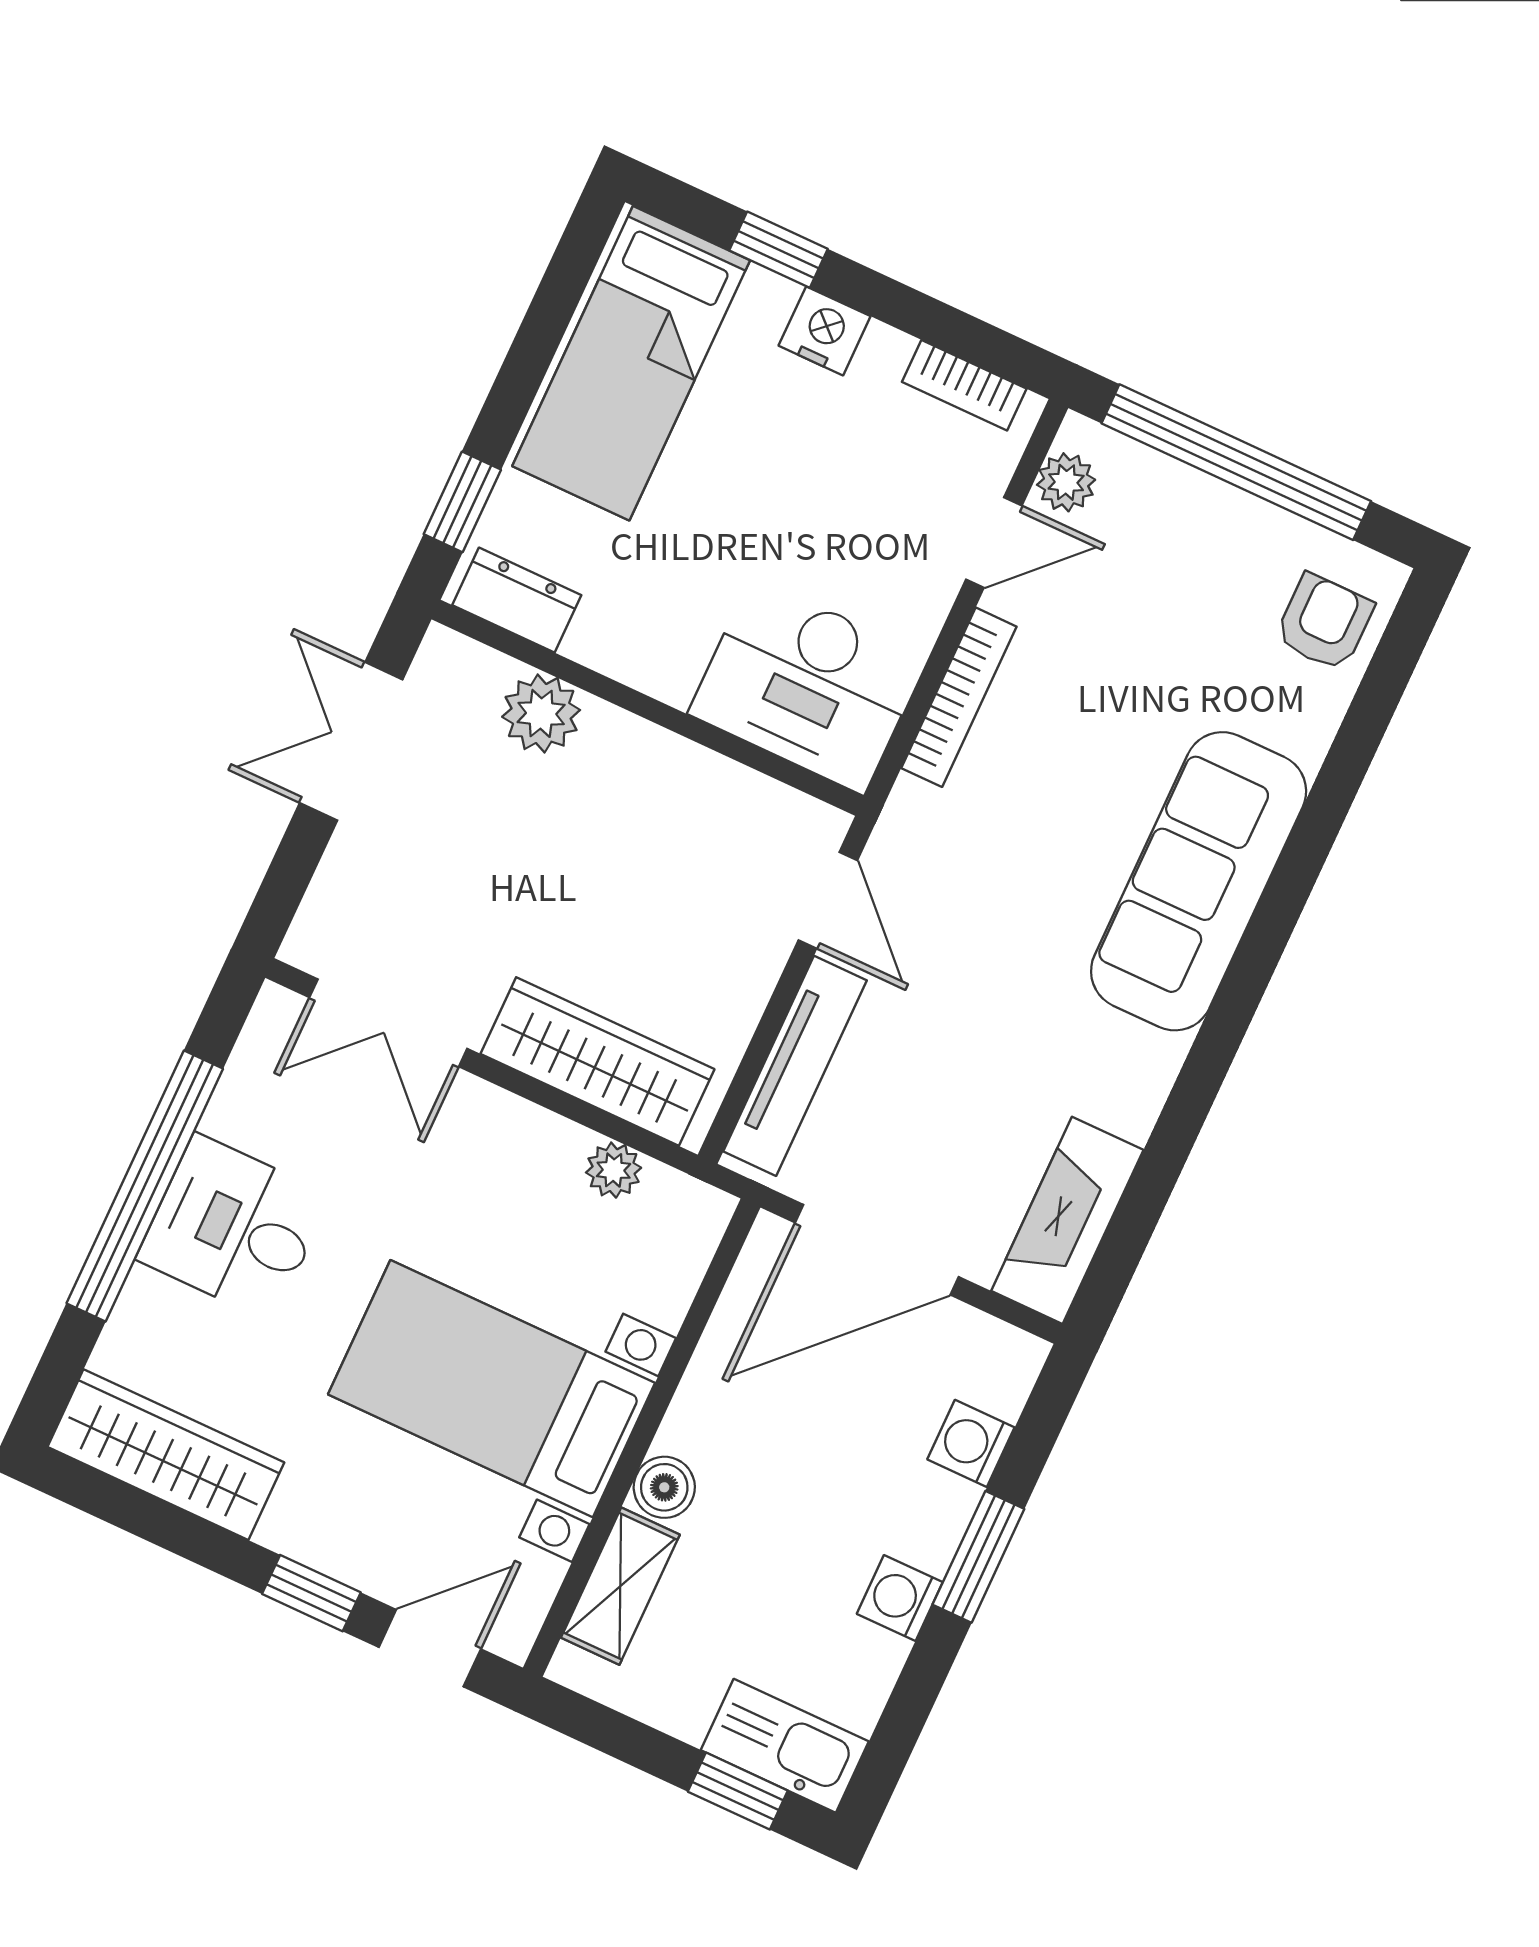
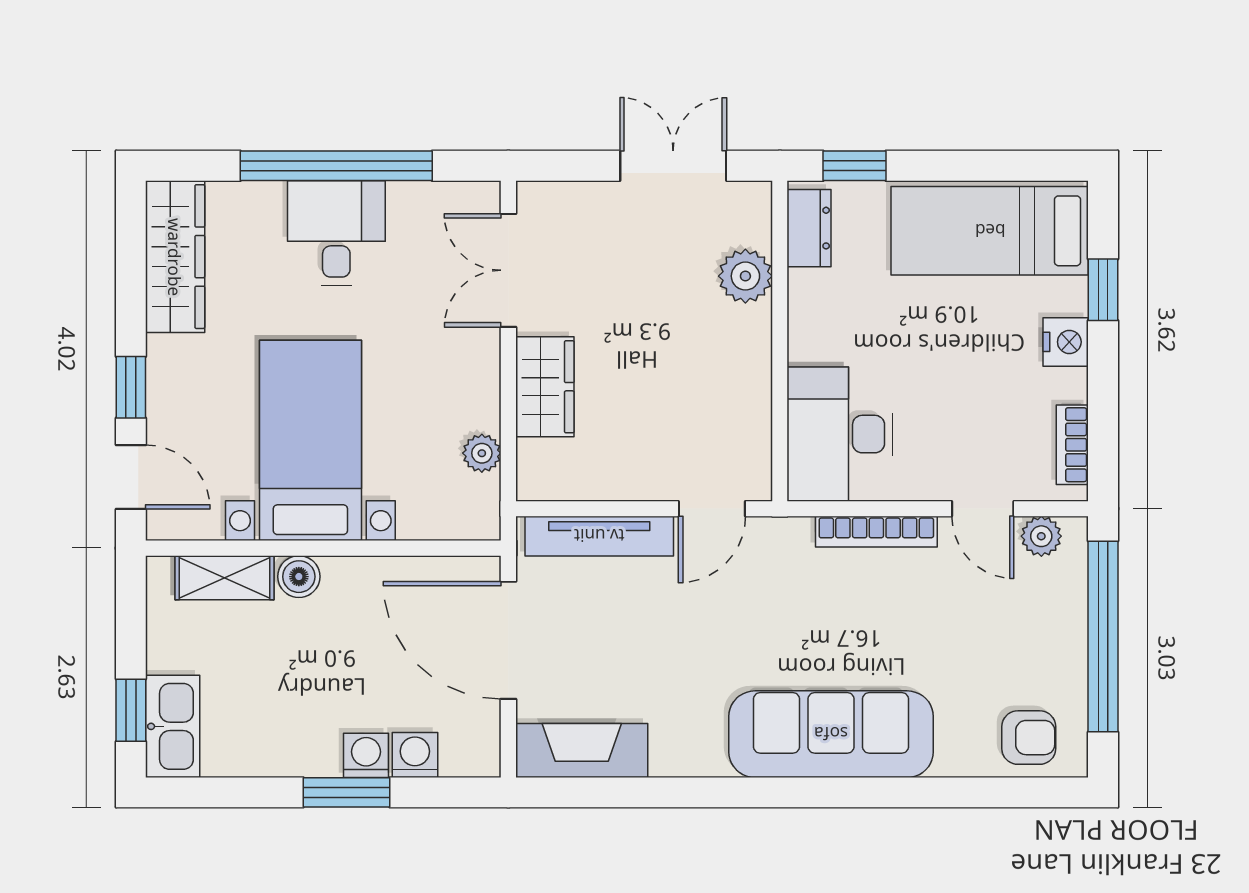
wardrobe: (597, 1062) -> (545, 387), width x0.67
washing machine: (900, 1598) -> (366, 755), moved

